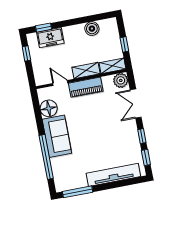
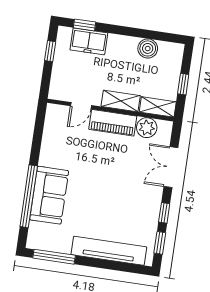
plant: (121, 80) -> (147, 128), moved
door: (60, 83) -> (81, 106), swing flipped
floor lamp: (49, 108) -> (54, 134), removed
sofa: (57, 136) -> (49, 195), moved

